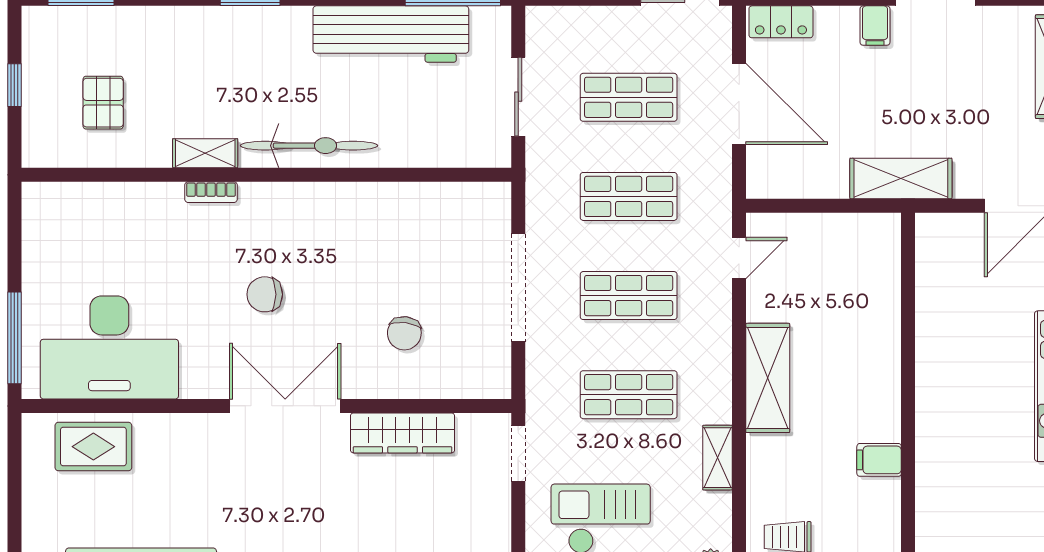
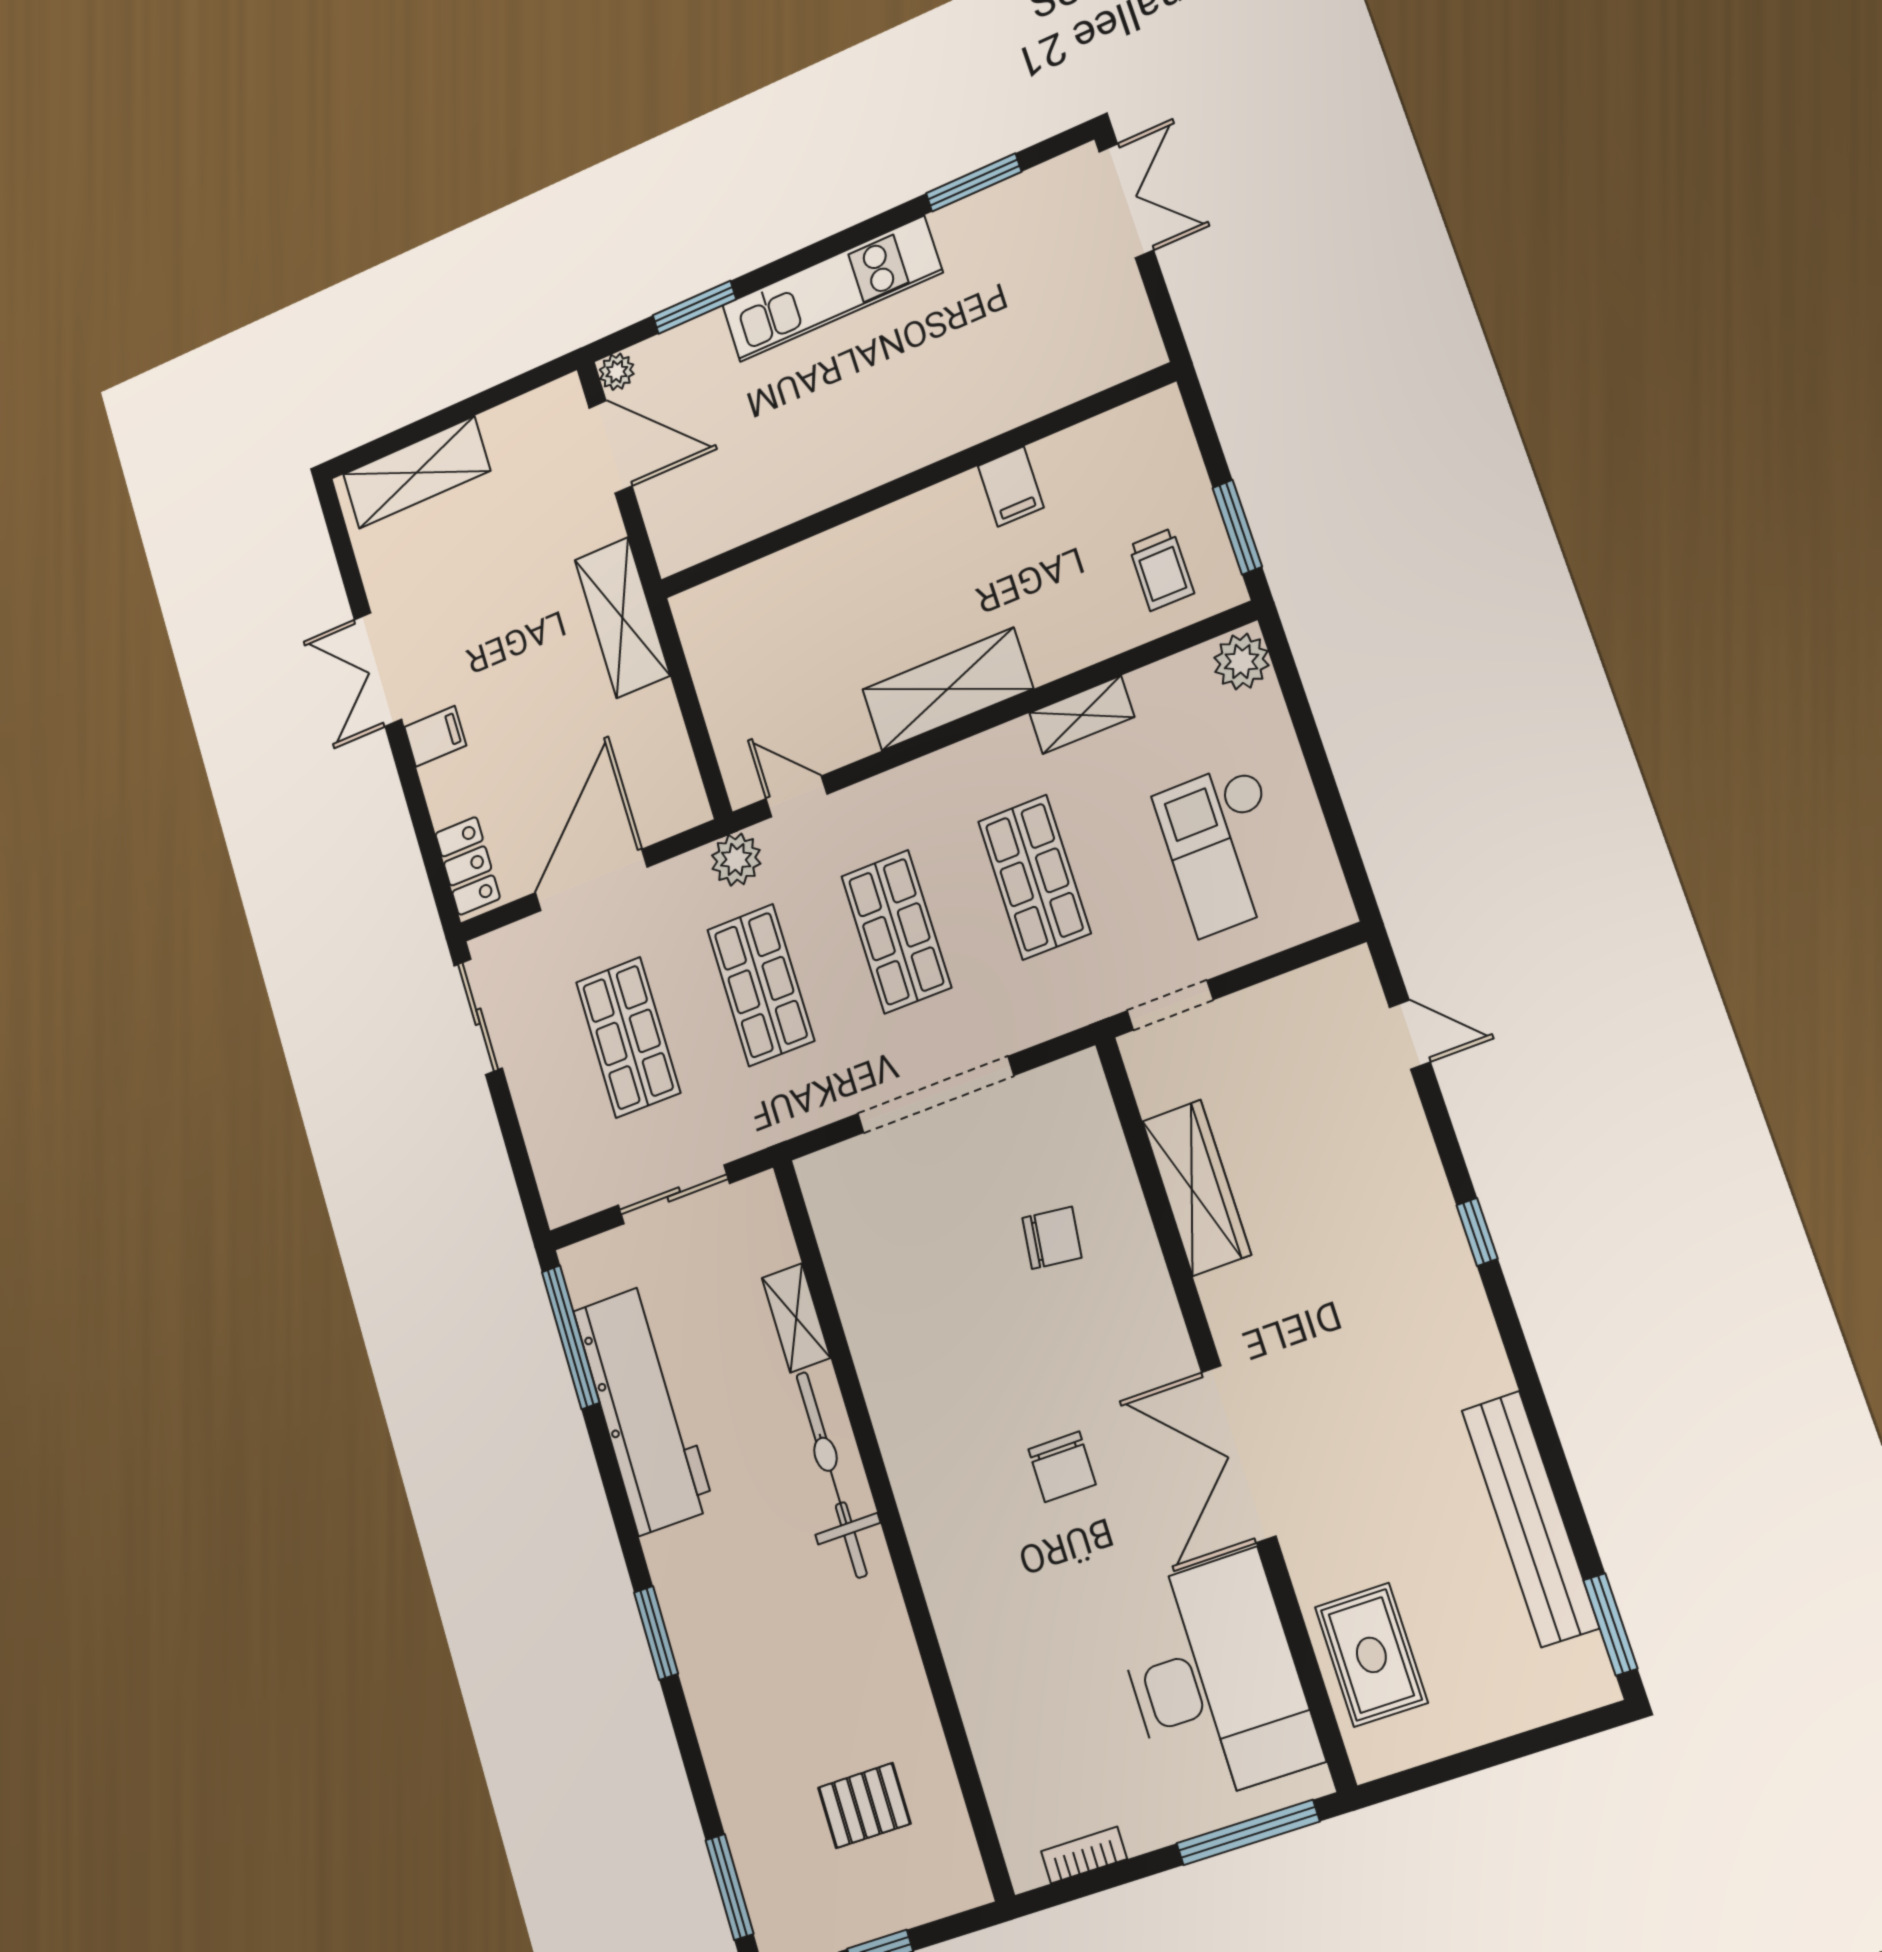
shelving: (205, 153) -> (796, 1318), moved
bookcase: (211, 192) -> (1084, 1855), moved, turned -90
plant: (714, 205) -> (736, 860), added
double door: (285, 406) -> (1239, 1454), moved

